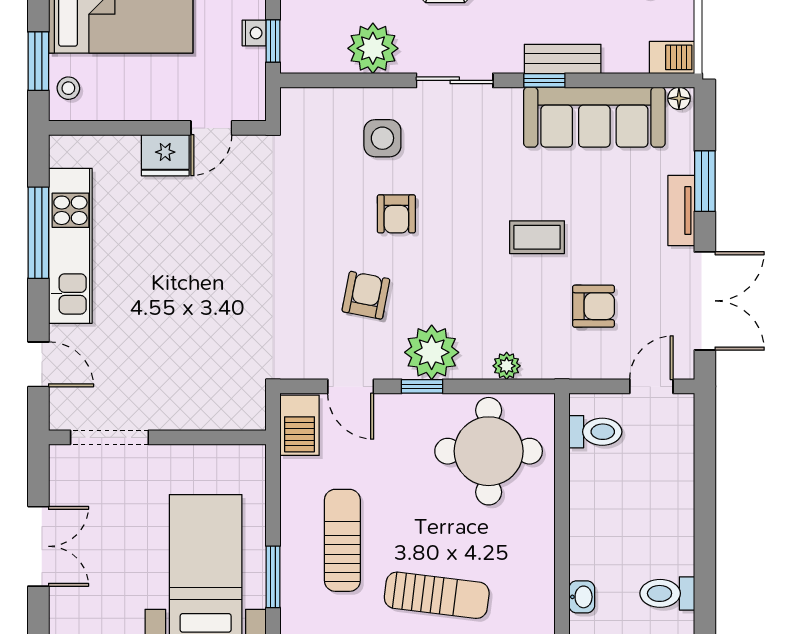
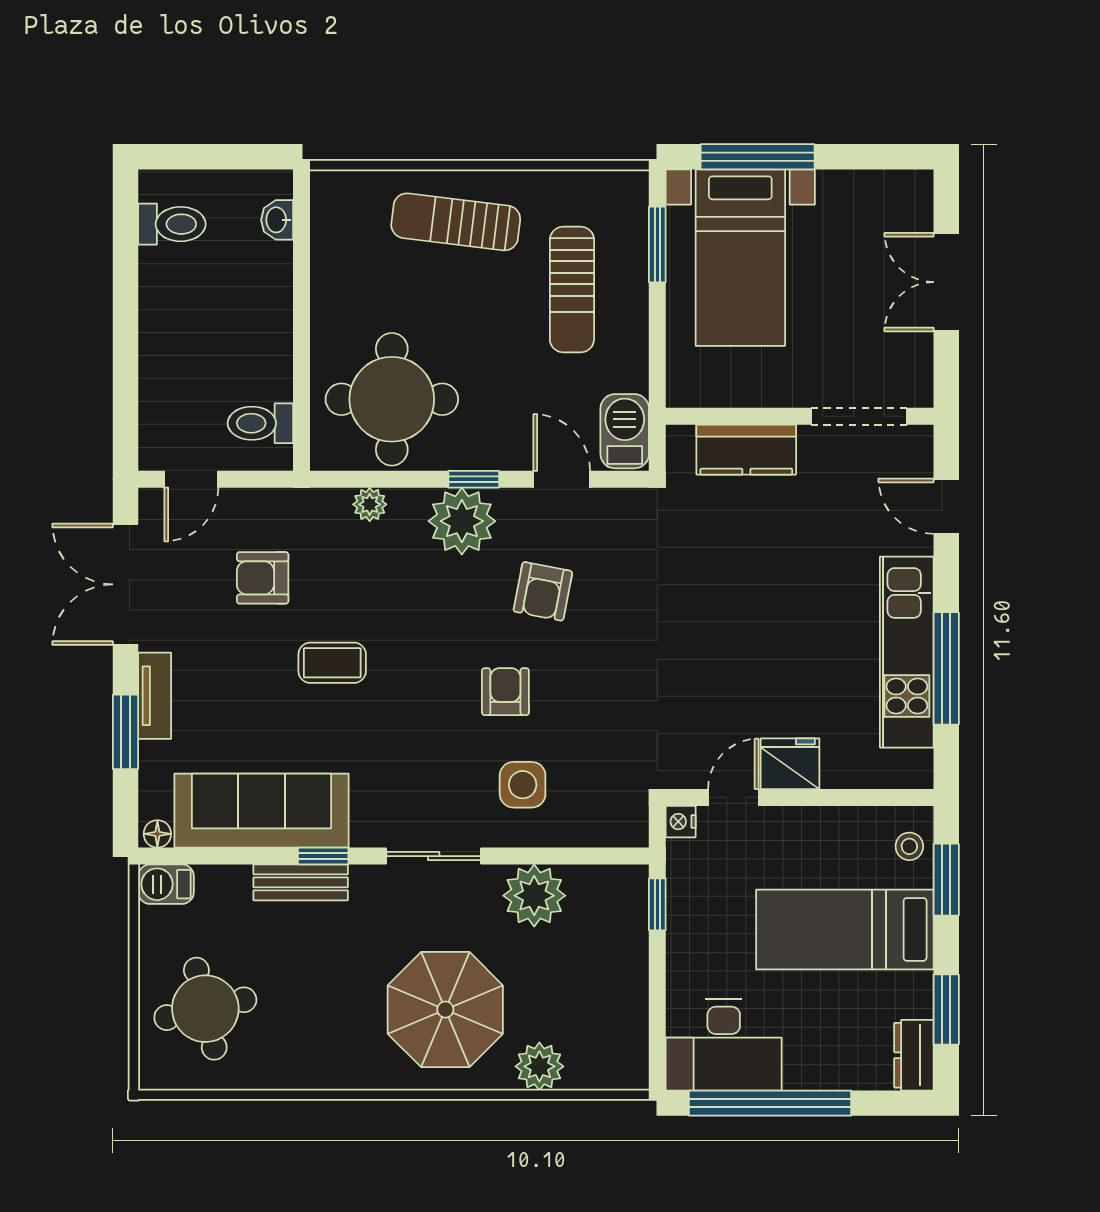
nightstand: (254, 33) -> (681, 822), moved
kitchen counter: (201, 410) -> (746, 450), added

